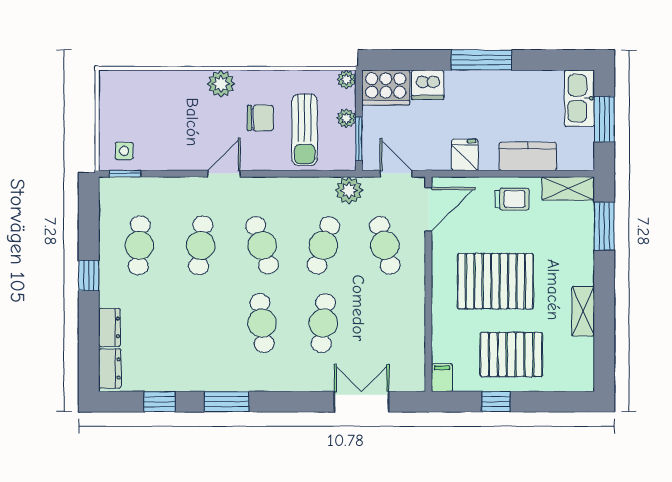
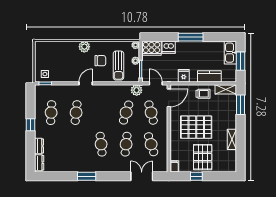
cafe table: (262, 245) -> (151, 144), moved
pallet: (511, 355) -> (203, 157), turned 90
window: (160, 402) -> (59, 176), removed

